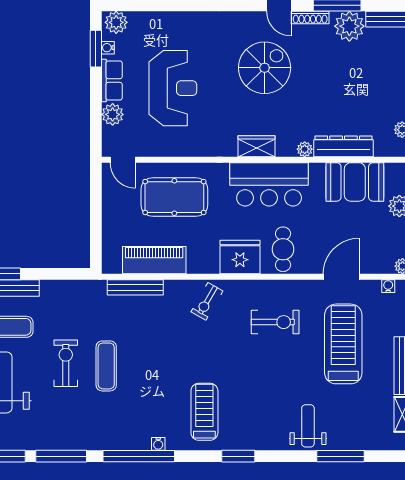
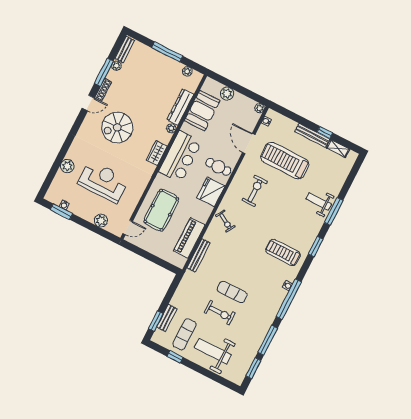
plant: (116, 22) -> (67, 166), moved
plant: (349, 26) -> (116, 66), width x0.53, depth x0.53
spiral stairs: (265, 68) -> (117, 127), turned -90
row of seats: (112, 81) -> (83, 212), removed
exercise bike: (66, 363) -> (220, 313), turned 180
window: (341, 456) -> (334, 211), moved

